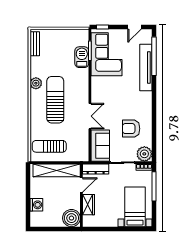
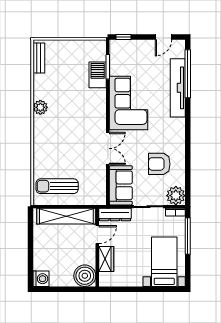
corner sofa: (107, 54) -> (129, 103), moved
sun lounger: (55, 100) -> (65, 128), removed
washing machine: (36, 205) -> (41, 279), moved

